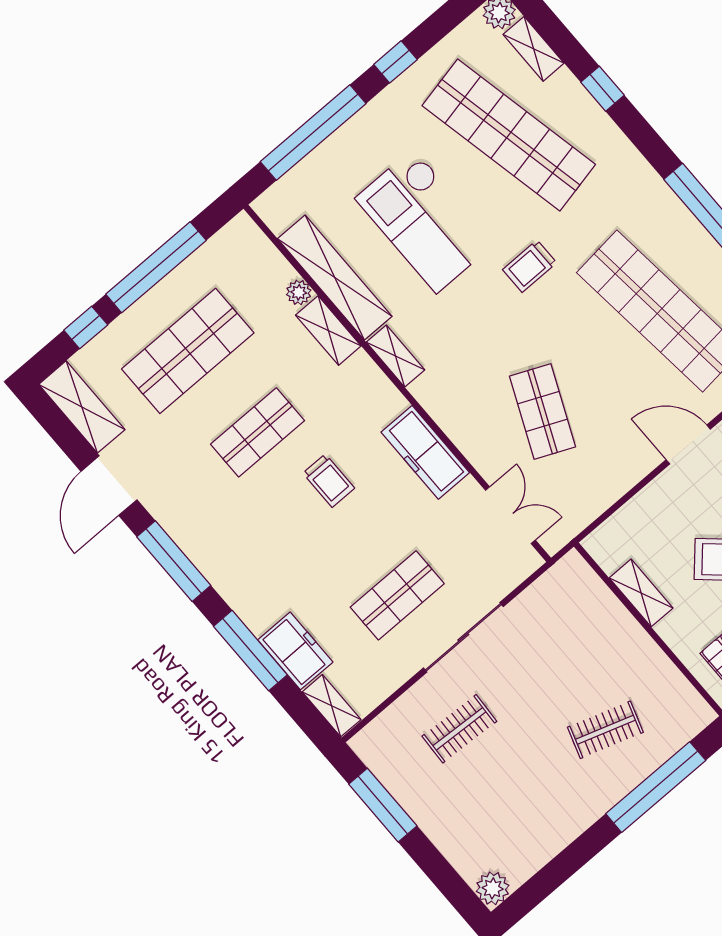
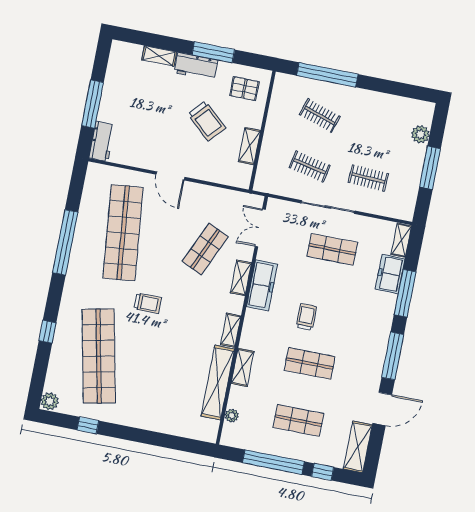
shelving: (534, 49) -> (241, 278), moved
window: (395, 62) -> (88, 425), moved
window: (313, 133) -> (163, 440), removed
checkout: (425, 221) -> (163, 363), removed
plant: (299, 292) -> (232, 416), moved
shop shelf: (188, 351) -> (298, 421), width x0.70, depth x0.74
clothes rail: (543, 657) -> (310, 166), added
window: (383, 805) -> (430, 168), moved
plant: (493, 888) -> (420, 134), moved

